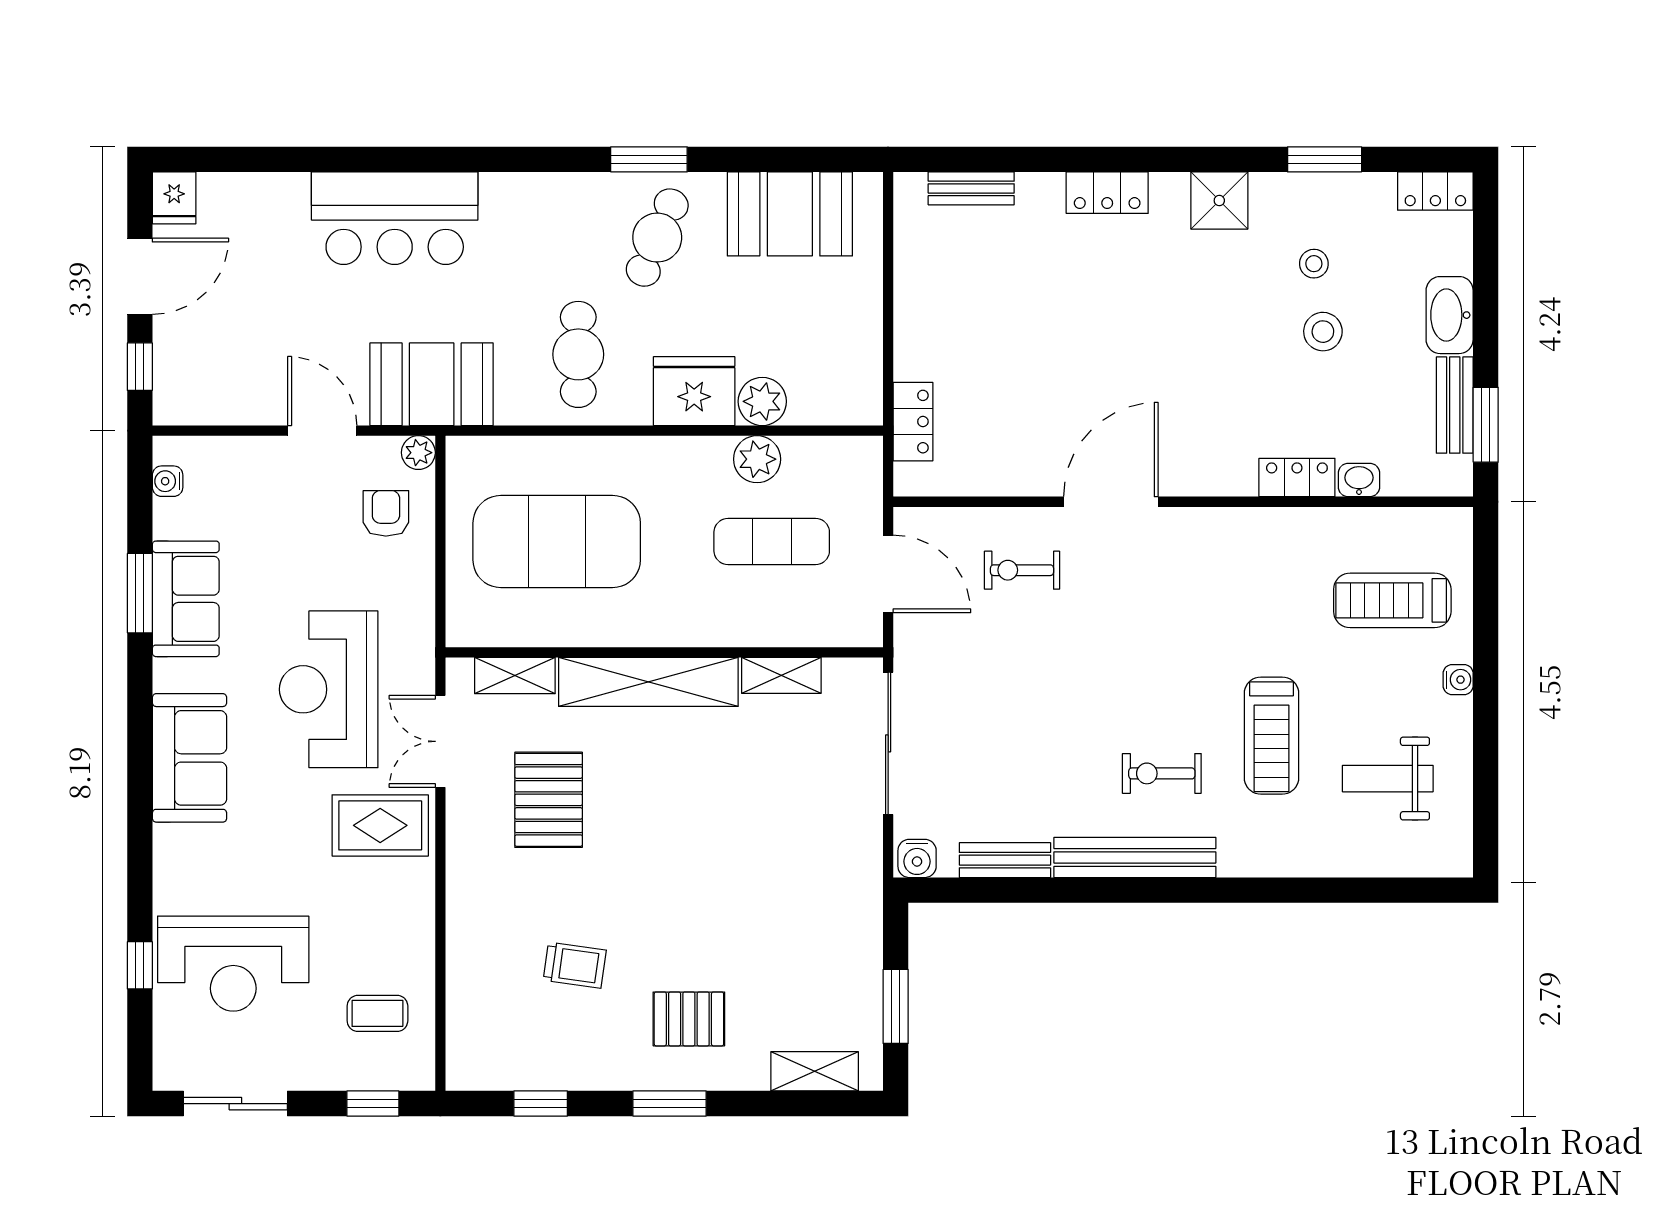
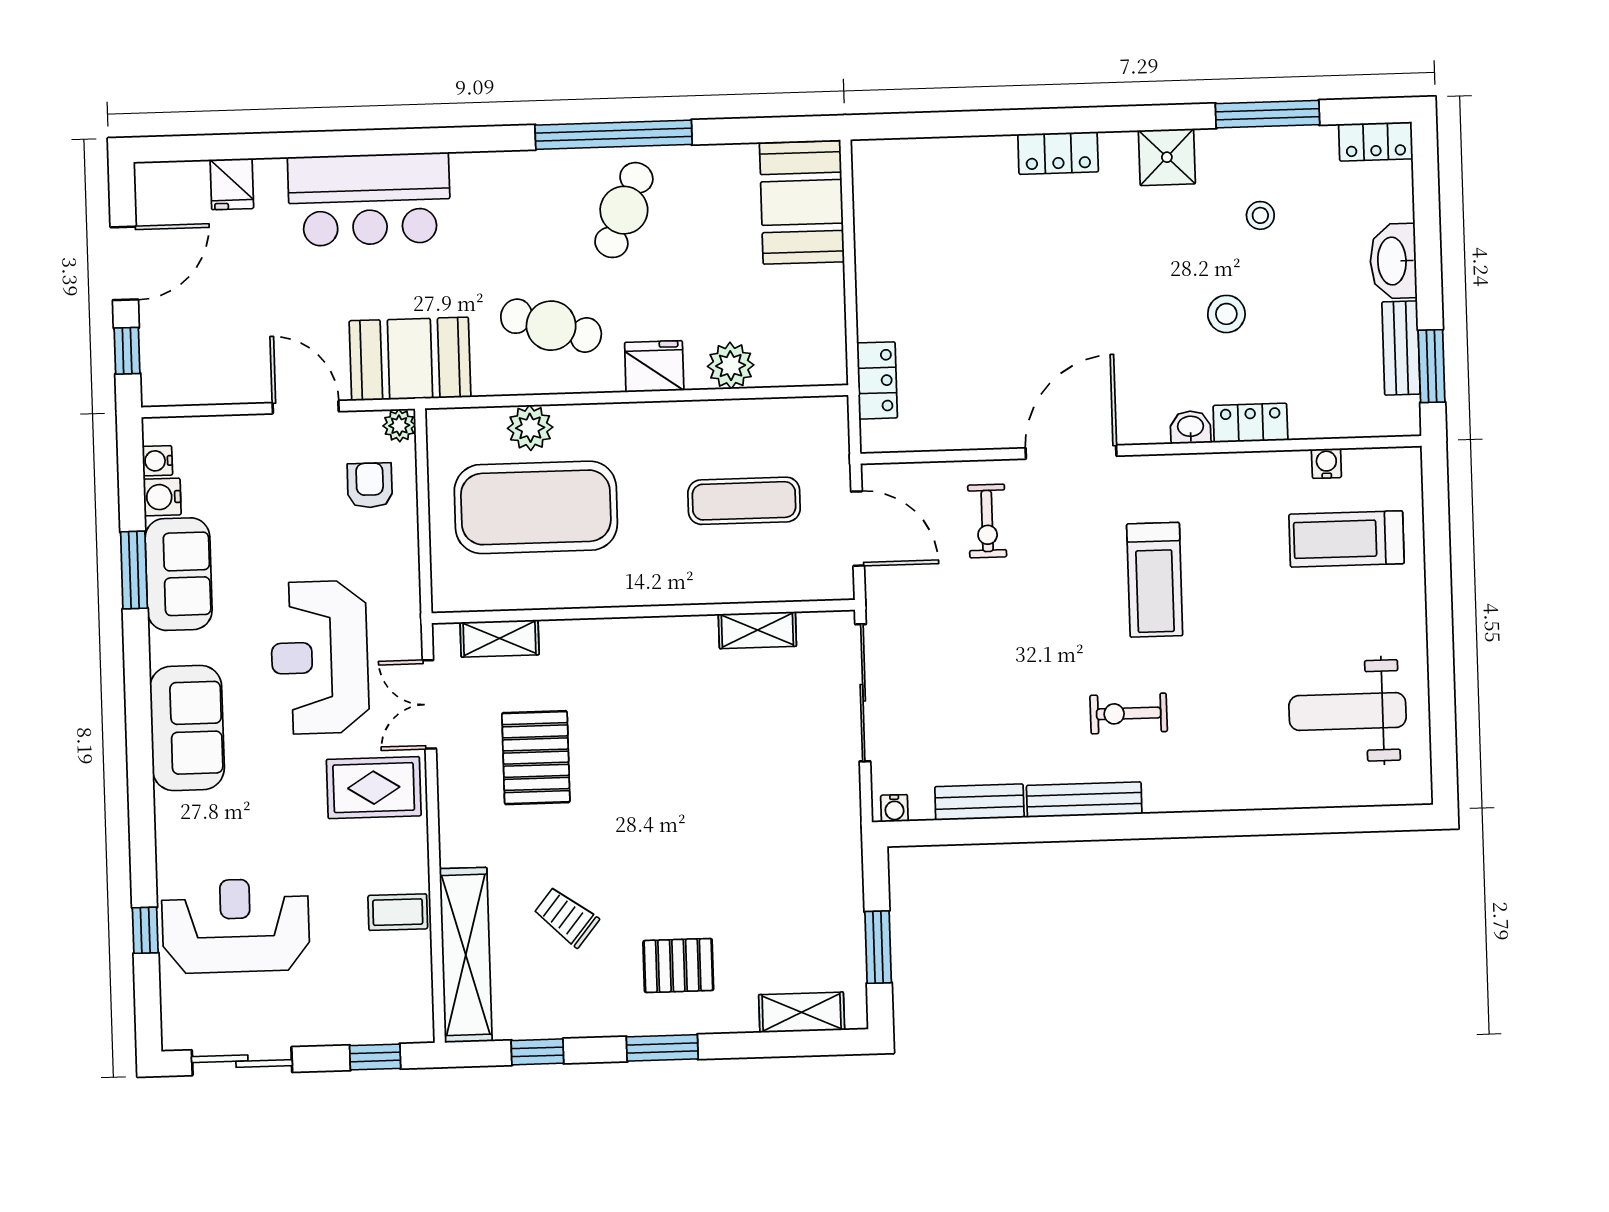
window: (649, 159) -> (614, 135), width x2.11
window: (1325, 159) -> (1267, 114), width x1.44
bench: (971, 188) -> (926, 153), removed
fridge: (174, 198) -> (232, 184), moved
booth: (790, 214) -> (802, 202), moved, turned 90
stool: (1323, 332) -> (1226, 314), moved
cafe table: (578, 354) -> (551, 326), turned -73
fridge: (694, 391) -> (654, 366), width x0.73, depth x0.75
plant: (757, 459) -> (530, 428), moved
washbasin: (1359, 480) -> (1191, 427), moved
water cooler: (171, 519) -> (162, 497), added
exercise bike: (1022, 570) -> (987, 521), turned -90
water cooler: (1458, 680) -> (1326, 463), moved, turned -90
shelving: (648, 682) -> (466, 955), moved, turned 90
treadmill: (1271, 736) -> (1155, 580), moved
weight bench: (1388, 779) -> (1348, 712), width x1.36, depth x1.33
bench: (1135, 857) -> (1084, 800), width x0.73, depth x0.82
water cooler: (917, 858) -> (894, 808), width x0.72, depth x0.72
reception desk: (233, 964) -> (236, 926), turned 180
trolley: (575, 965) -> (566, 917), turned -149
coffee table: (377, 1013) -> (398, 912), moved

